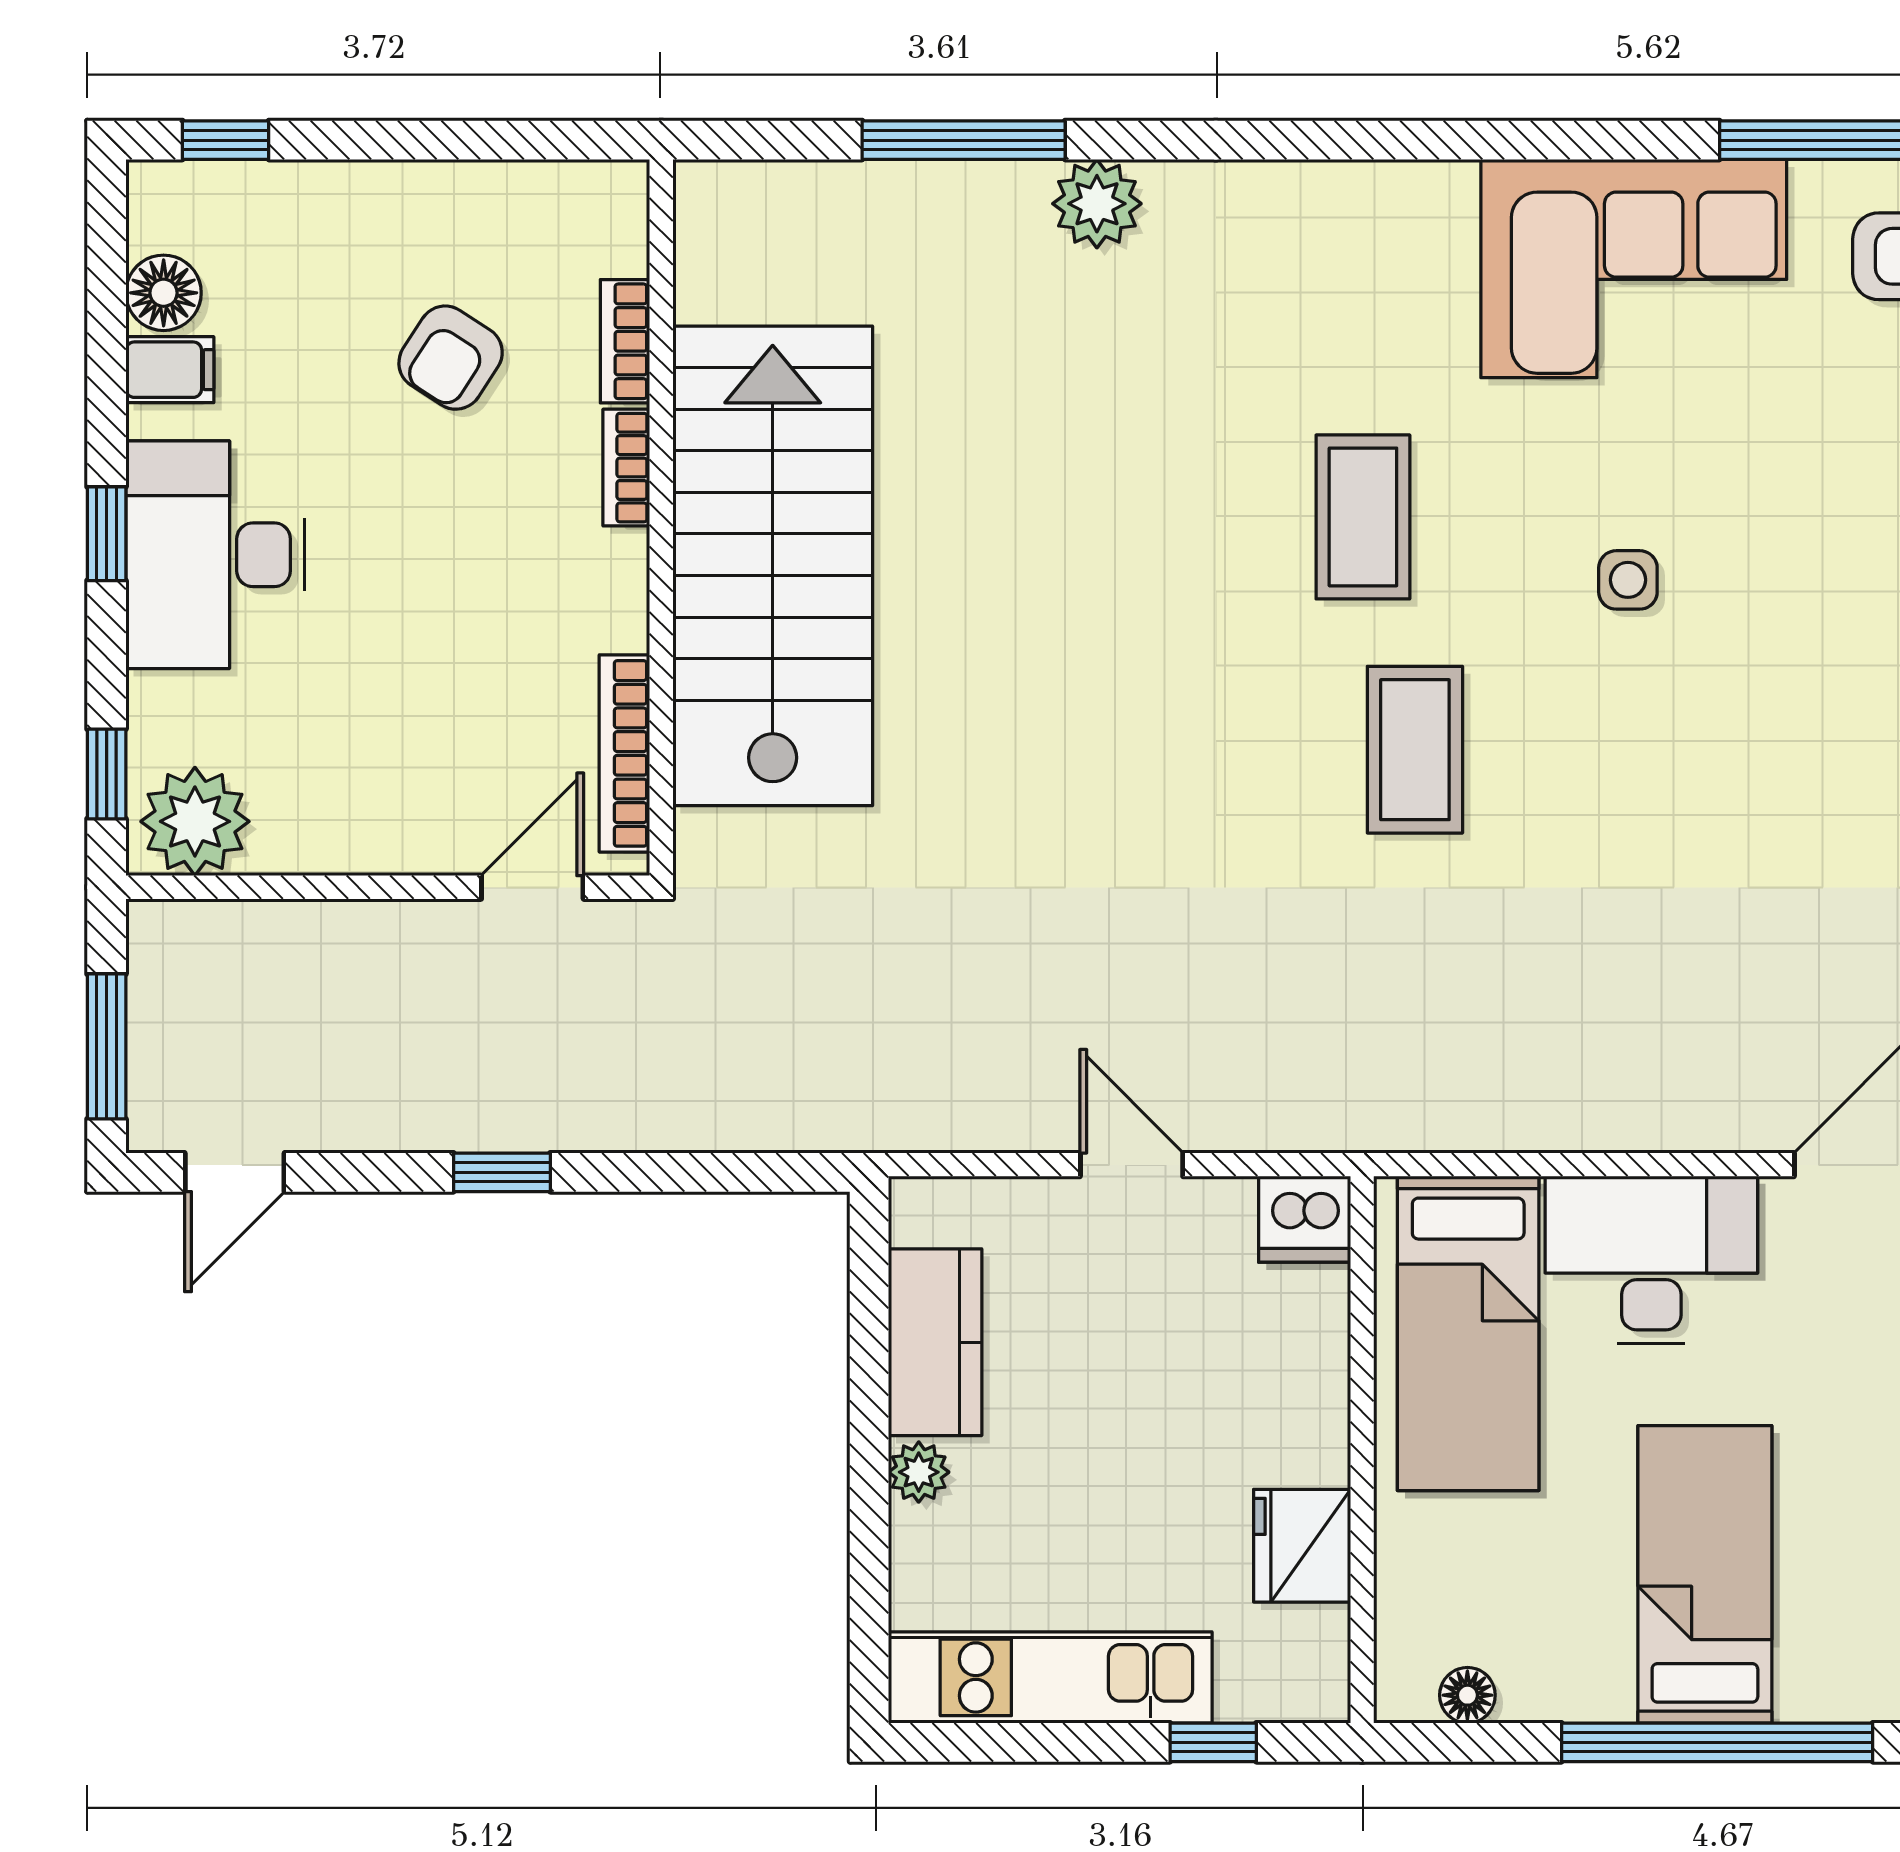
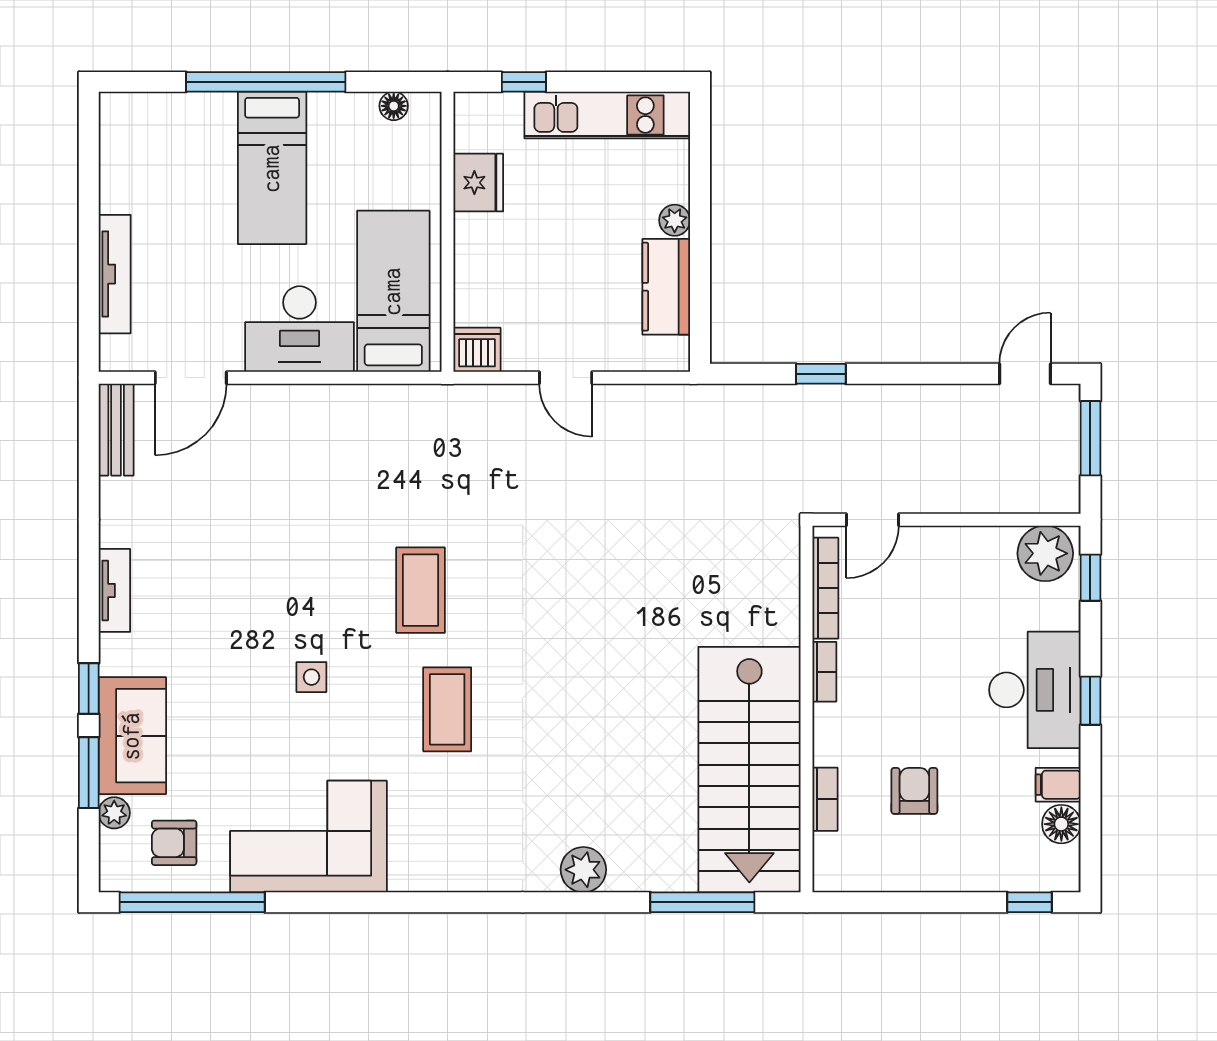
window: (964, 140) -> (702, 902), moved
armchair: (451, 358) -> (914, 791), turned -33
bookcase: (626, 468) -> (824, 672), moved
stairs: (773, 566) -> (749, 770), moved
window: (502, 1172) -> (821, 374), moved

